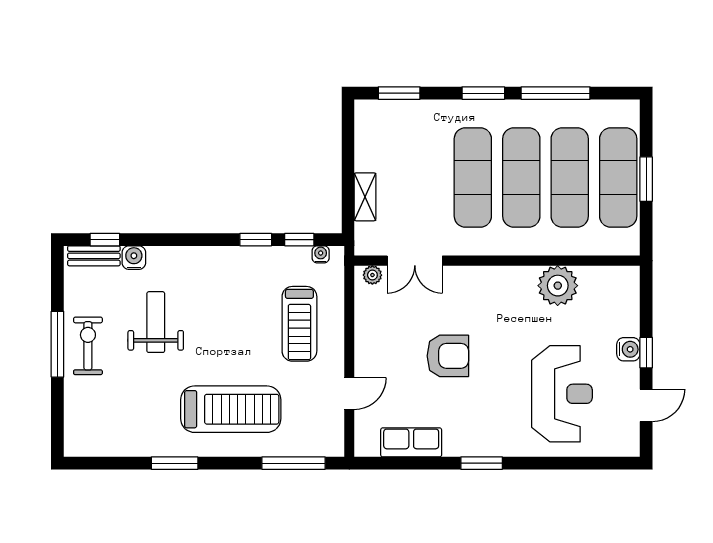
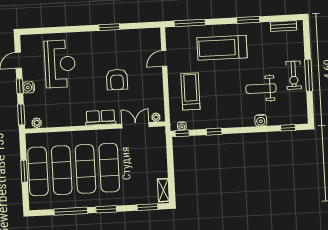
shelving: (365, 197) -> (163, 190), moved
window: (299, 240) -> (182, 133), moved
bench: (94, 256) -> (284, 26), moved
water cooler: (134, 258) -> (261, 120), moved
plant: (558, 286) -> (37, 123), moved, width x0.53, depth x0.53
window: (646, 295) -> (21, 114), added
weight bench: (156, 322) -> (261, 89), turned 90
armchair: (448, 356) -> (117, 80), turned -90
reception desk: (562, 394) -> (60, 64), turned 180
row of seats: (411, 442) -> (100, 118), moved, turned 180
window: (482, 463) -> (109, 27), moved

